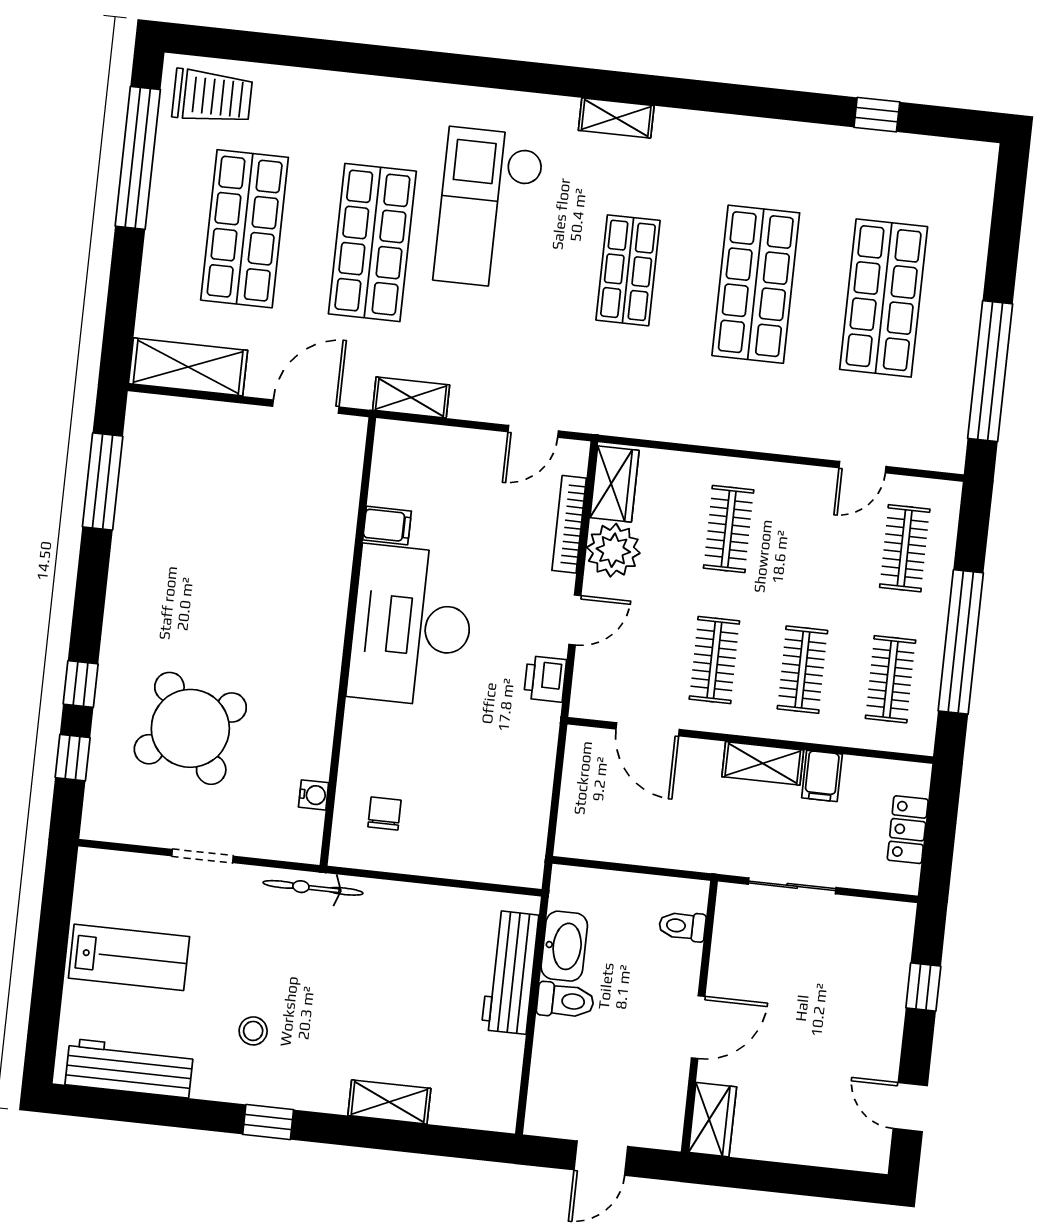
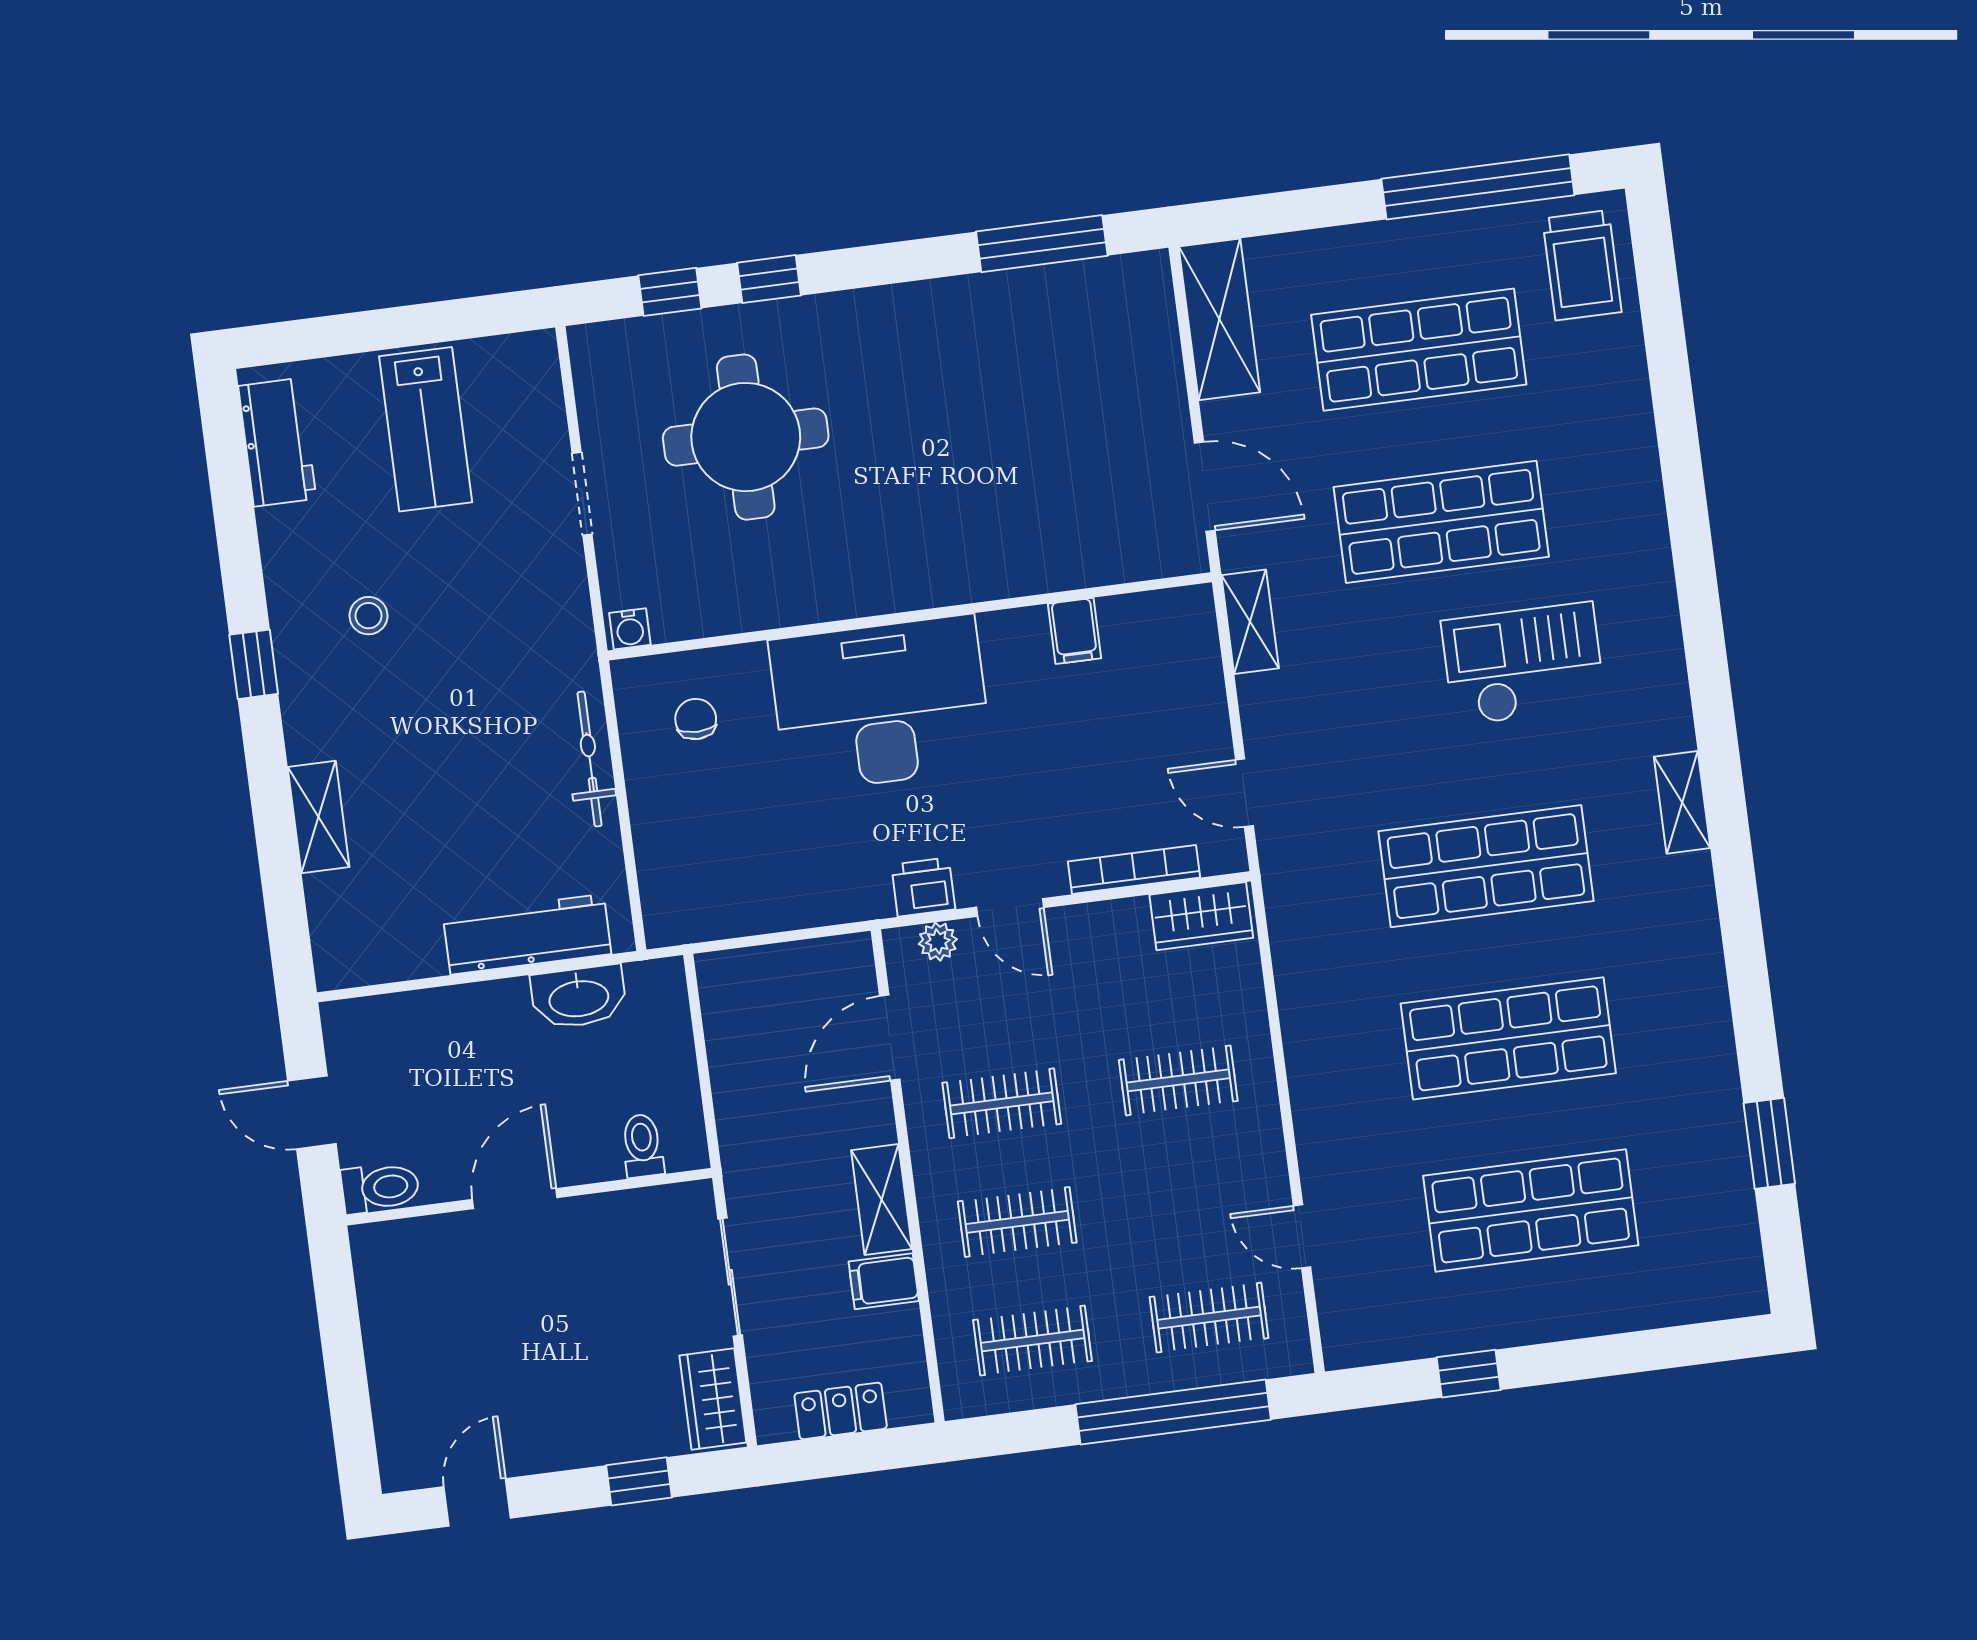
window: (877, 115) -> (1769, 1143), width x1.50
checkout: (489, 208) -> (1523, 664), width x0.73, depth x0.83
shop shelf: (628, 270) -> (1486, 866), width x1.43, depth x1.36
window: (990, 371) -> (1469, 1374), width x0.32
plant: (613, 550) -> (938, 942), moved, width x0.53, depth x0.53
desk: (412, 626) -> (881, 704), moved
window: (961, 642) -> (1173, 1412), moved
round table: (190, 728) -> (746, 437), turned 33
water cooler: (314, 795) -> (630, 629), moved
chair: (385, 813) -> (696, 719), turned -90
bicycle: (313, 888) -> (590, 759), moved
toilet: (565, 1001) -> (380, 1188), moved, turned -90
door: (698, 1027) -> (515, 1199), swing flipped
workbench: (129, 1068) -> (277, 442), width x0.73
wardrobe: (712, 1120) -> (713, 1399), moved, turned 90

